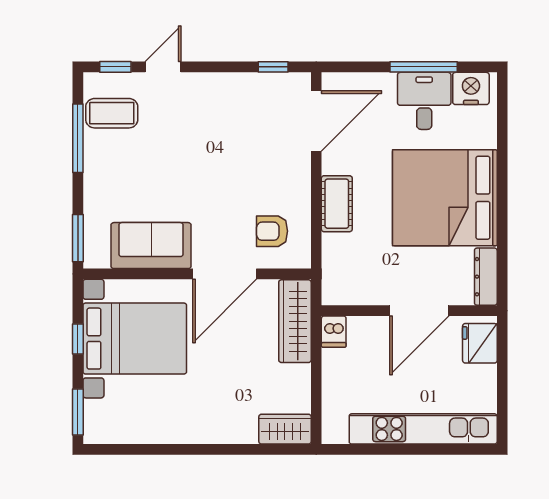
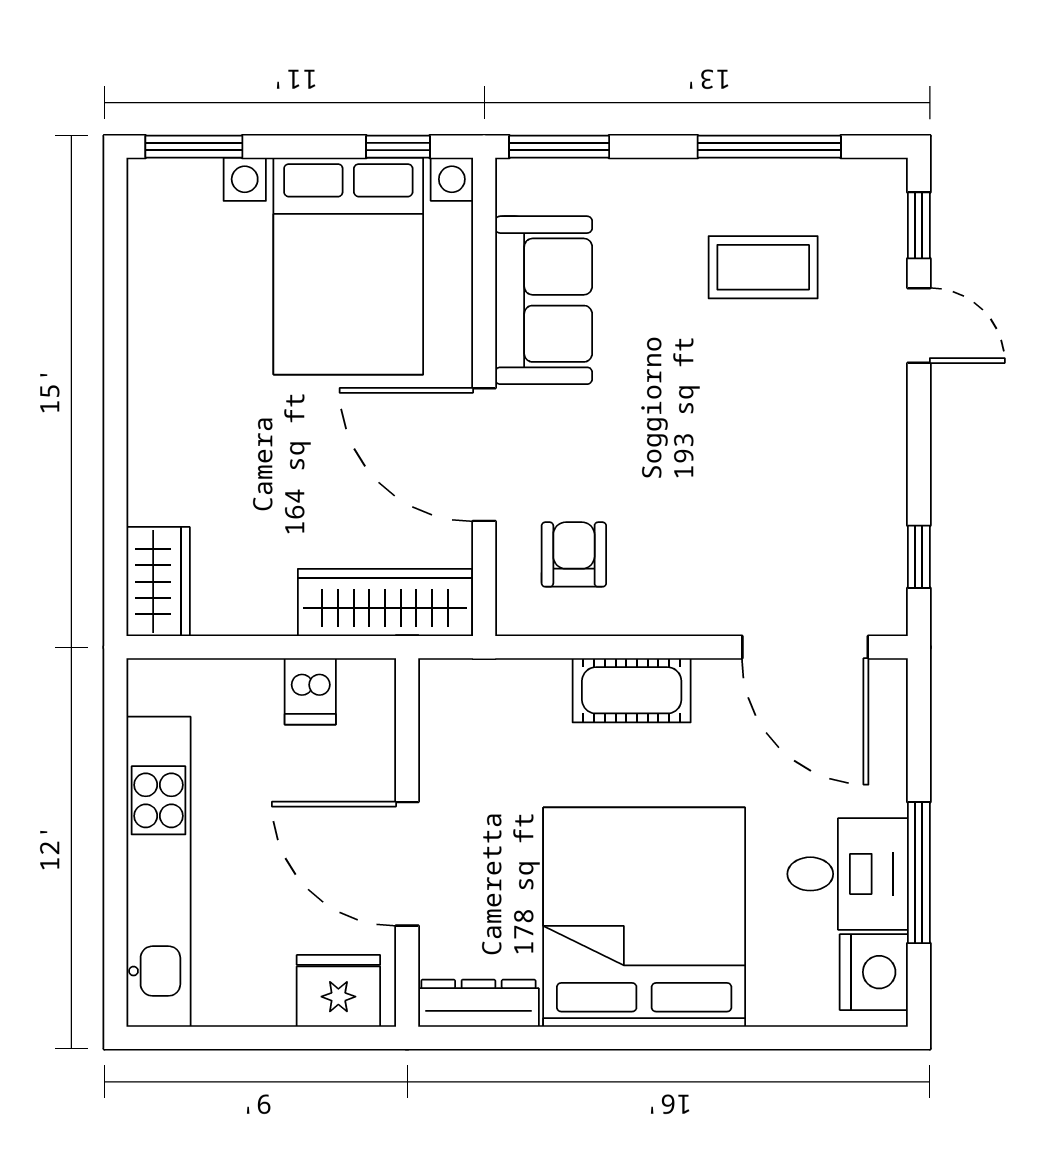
coffee table: (112, 113) -> (763, 267), moved, turned 90
dishwasher: (334, 332) -> (310, 691), moved, turned -90
window: (78, 339) -> (398, 147), moved

